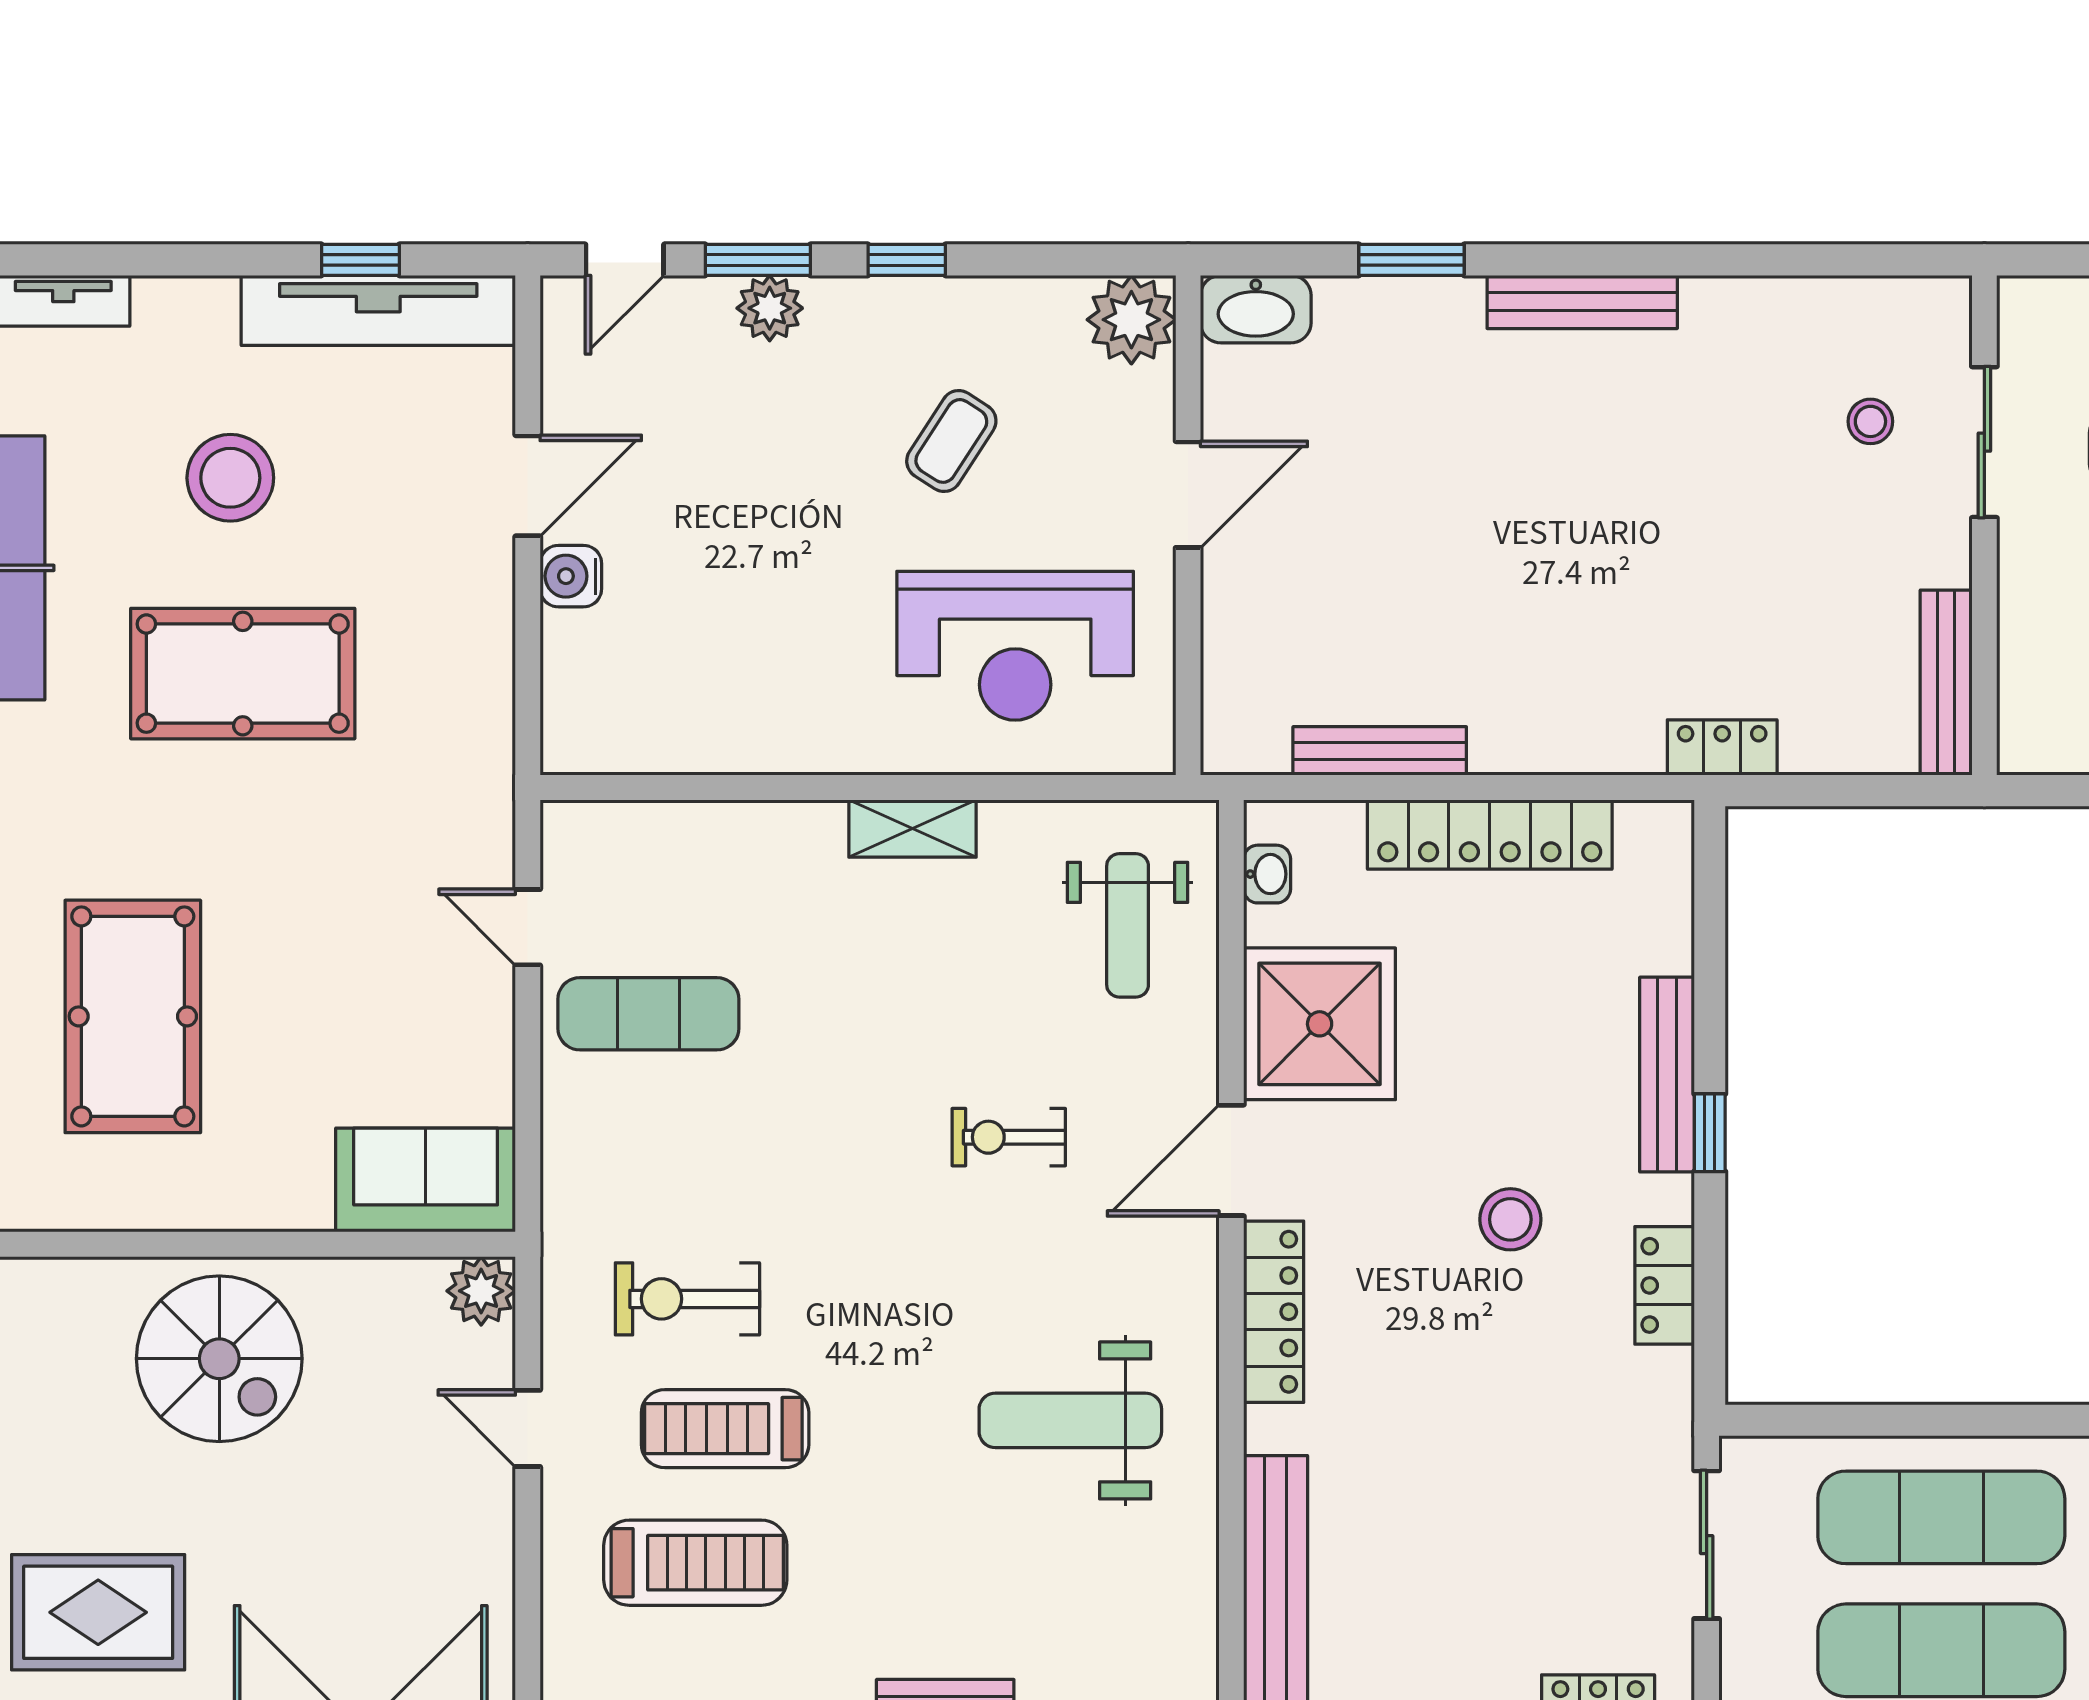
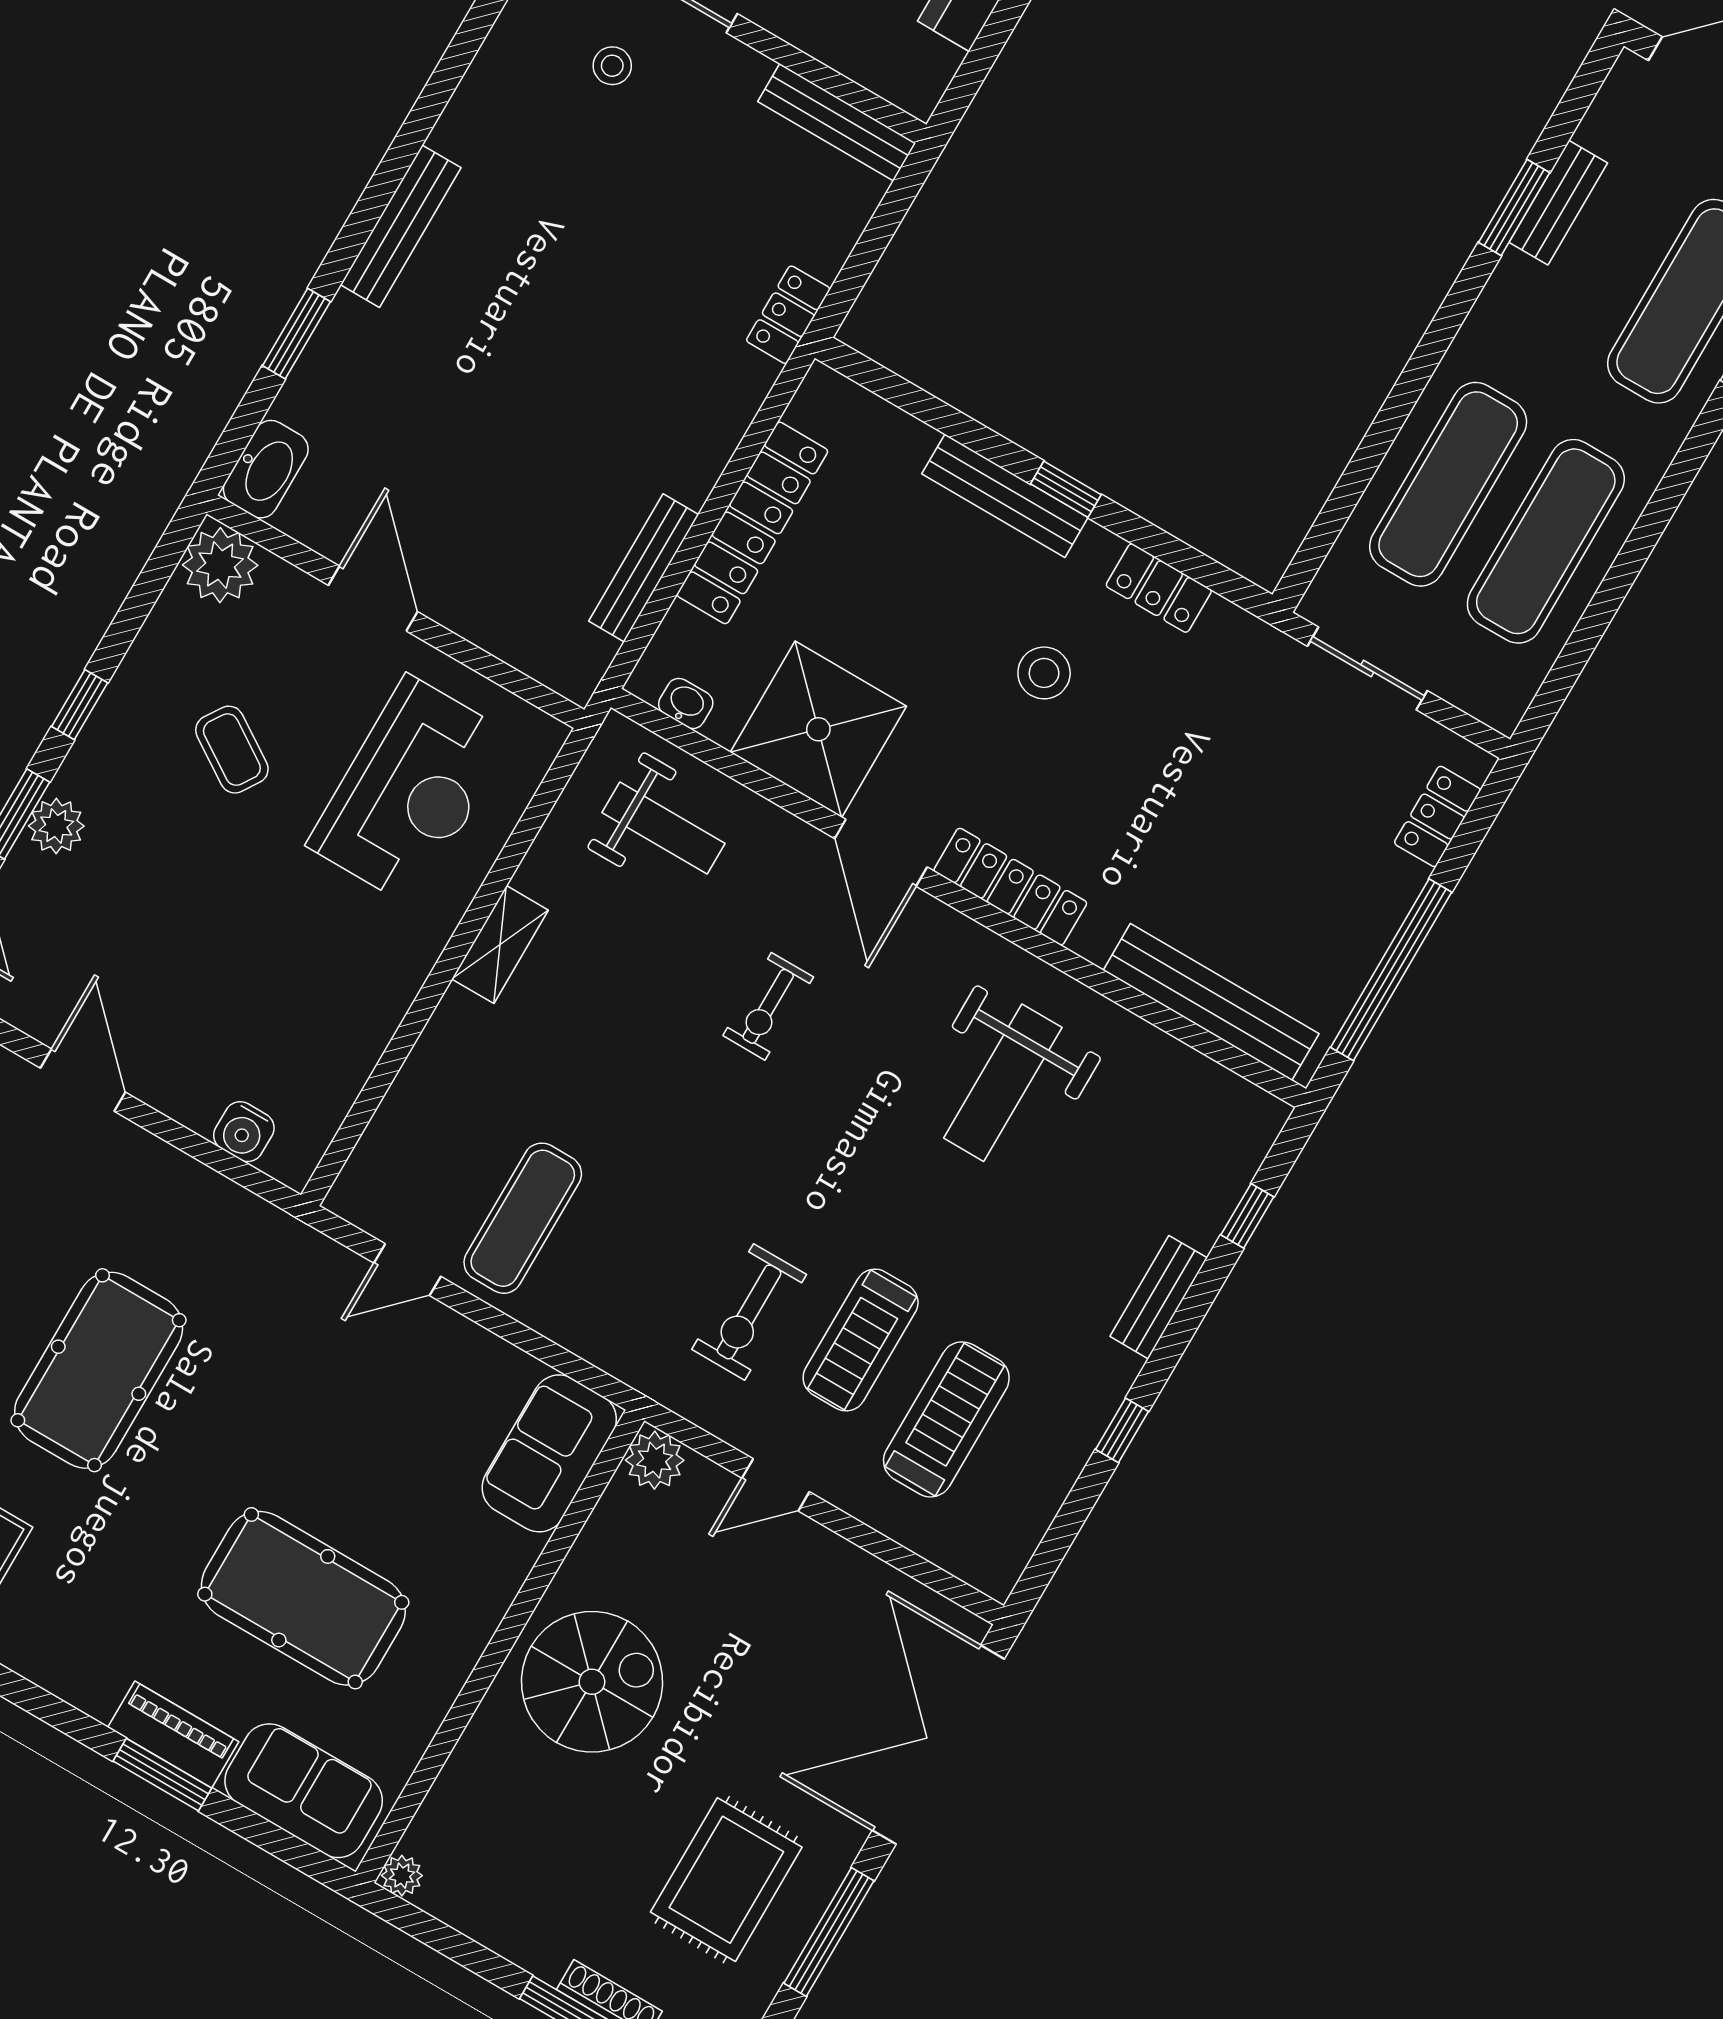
water cooler: (571, 576) -> (244, 1132), moved

